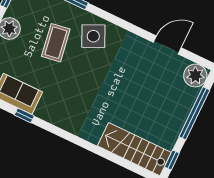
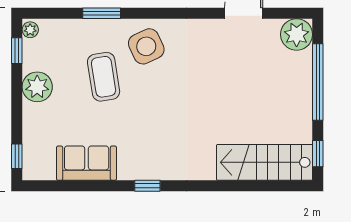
window: (24, 115) -> (147, 186), moved

